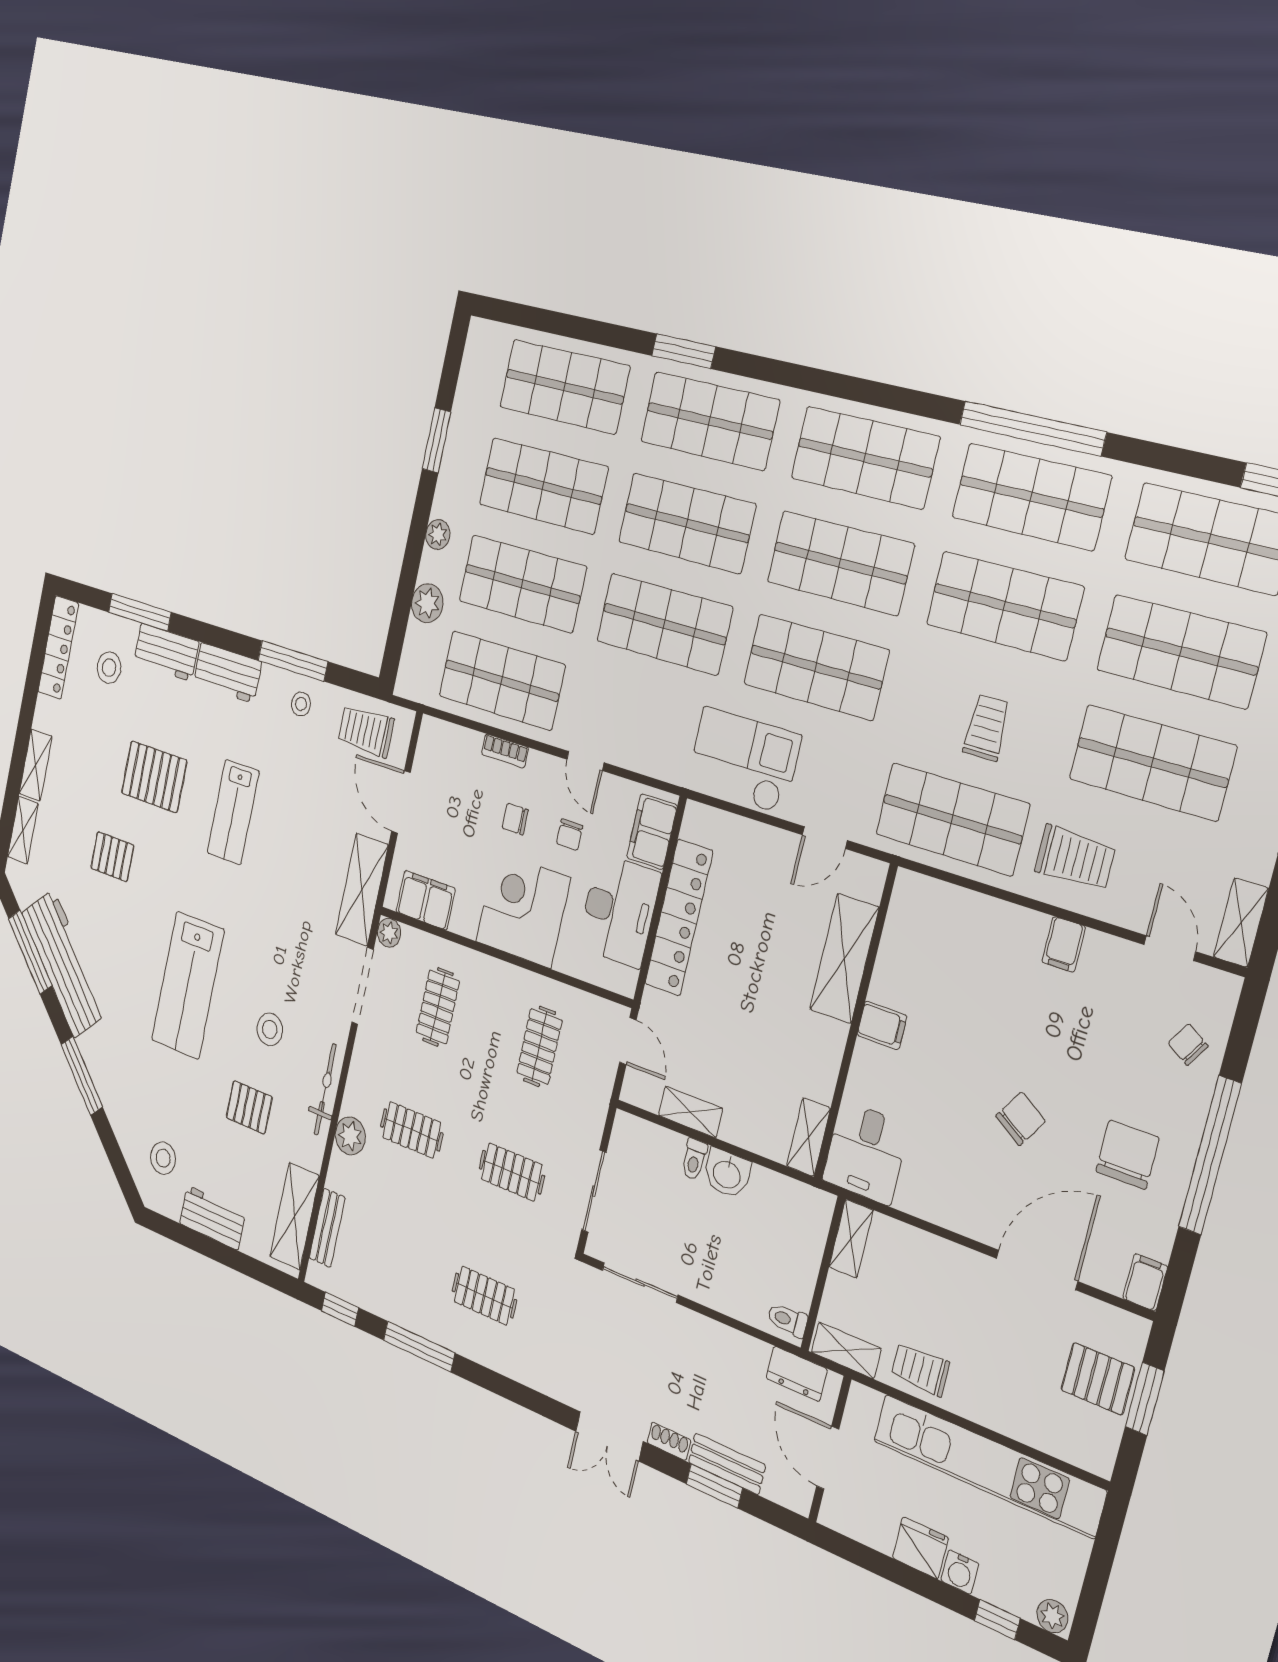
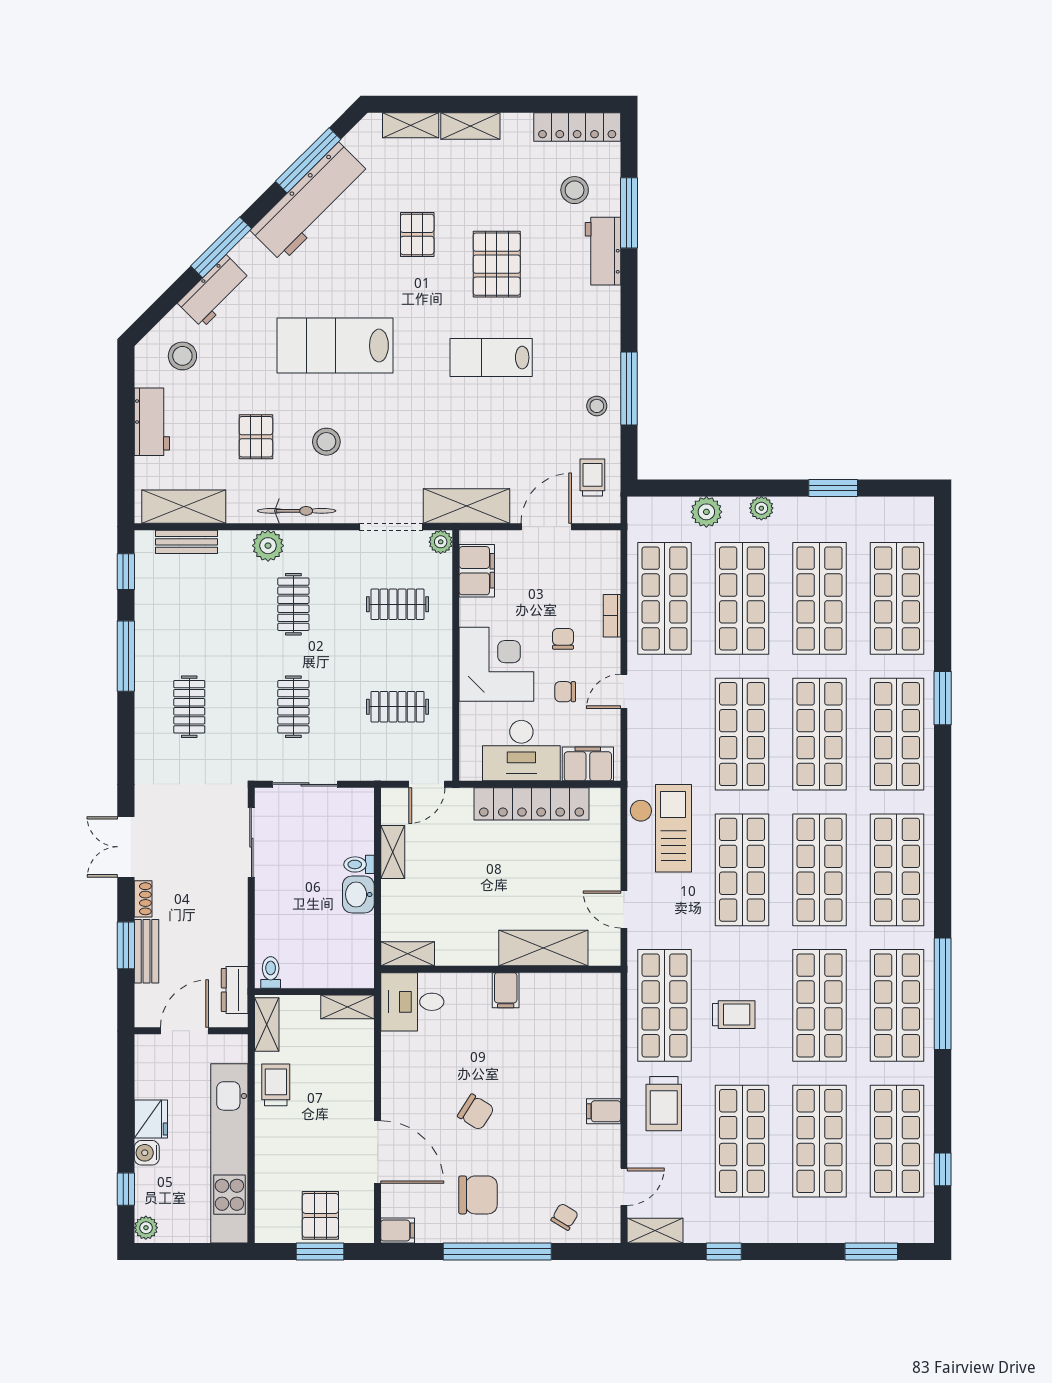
workbench: (227, 673) -> (214, 291), moved, turned -135
trolley: (366, 731) -> (592, 477), width x0.73, depth x0.72

